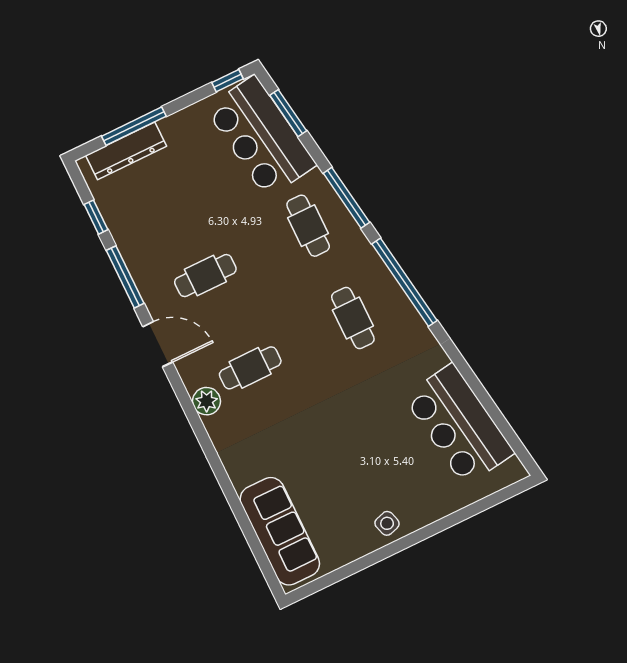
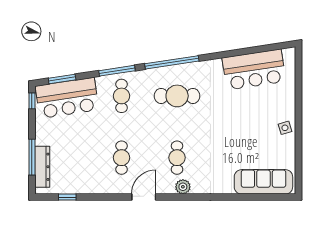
cafe table: (308, 226) -> (122, 96), turned 90
window: (125, 277) -> (103, 197), removed
cafe table: (353, 318) -> (177, 96), width x1.37, depth x1.35

